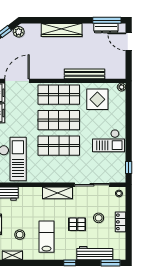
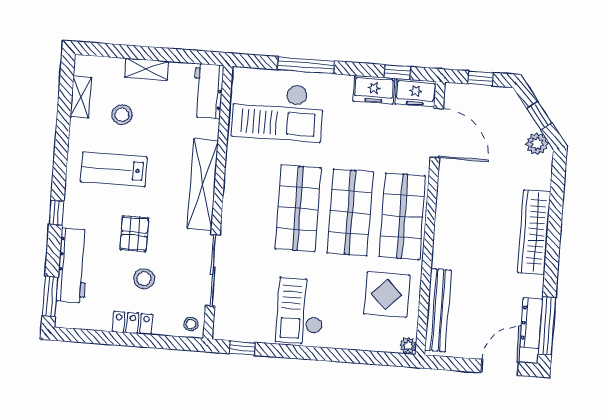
bench: (85, 74) -> (438, 310), moved
shelving: (58, 193) -> (203, 184), width x1.47
lab bench: (46, 237) -> (114, 169), turned 180

